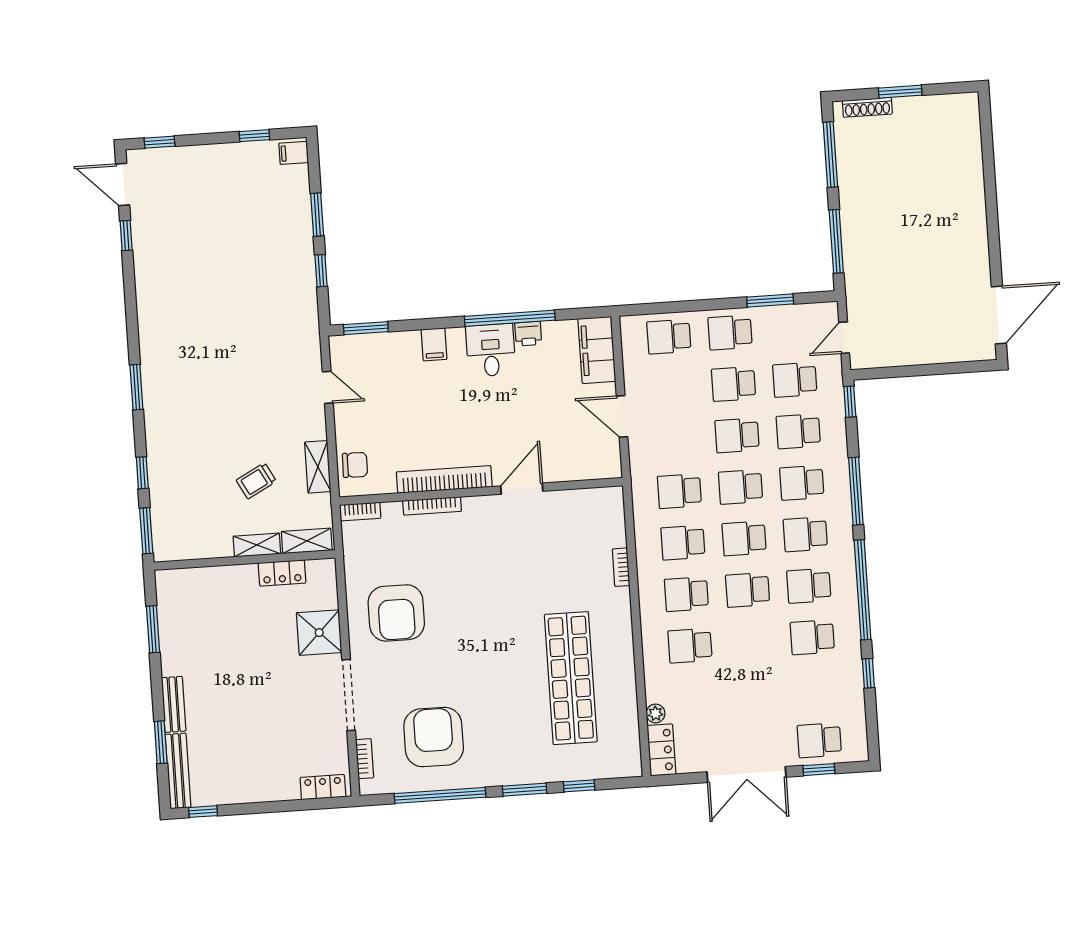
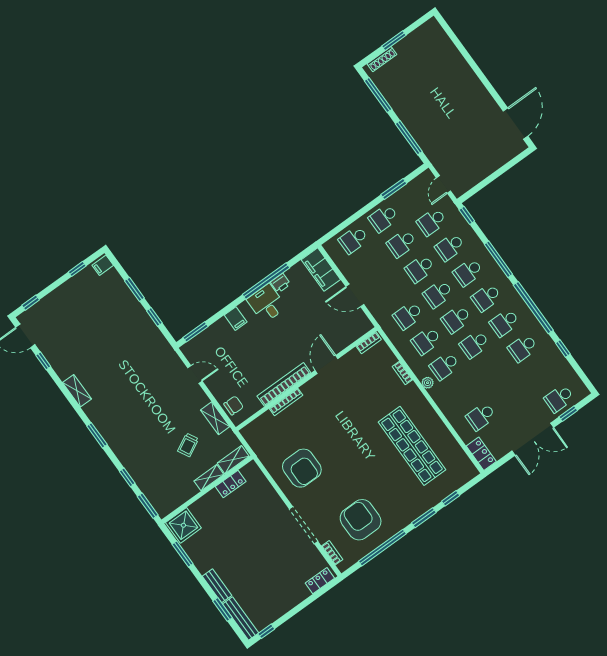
shelving: (147, 307) -> (77, 391), added
bookcase: (360, 511) -> (369, 343), moved
shower: (319, 633) -> (183, 525), moved
school desk: (690, 646) -> (481, 416), moved
plant: (656, 713) -> (428, 383), moved

